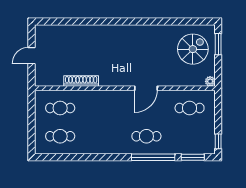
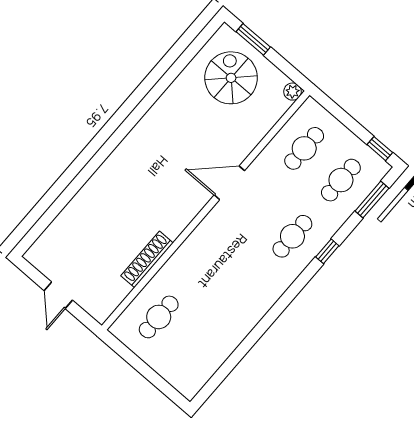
door: (146, 88) -> (229, 183), swing flipped
cafe table: (60, 136) -> (341, 180), moved
window: (153, 157) -> (327, 251), width x0.32

